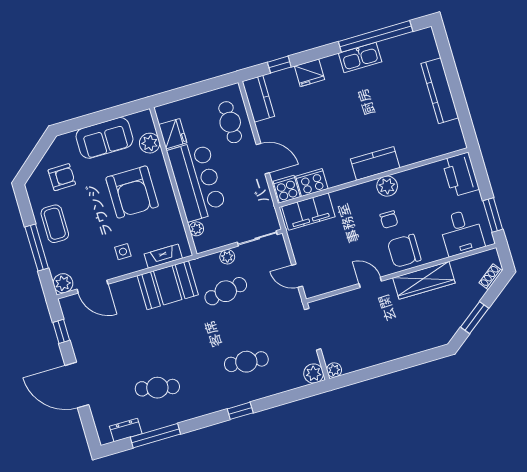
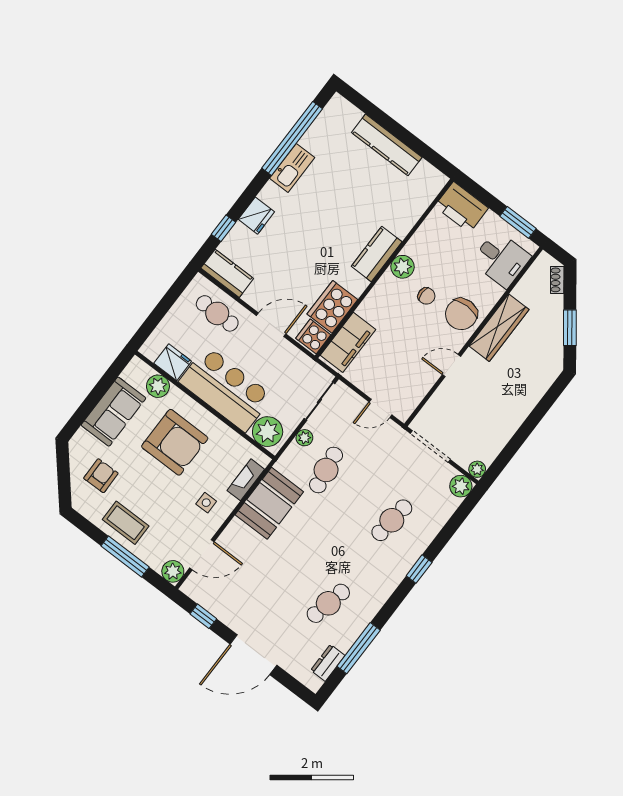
cooker: (312, 183) -> (332, 307), width x1.37, depth x1.31
plant: (196, 229) -> (268, 432), width x1.88, depth x1.88

